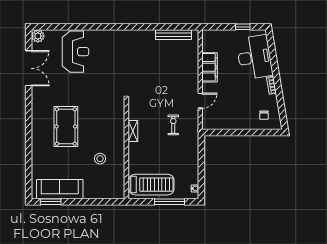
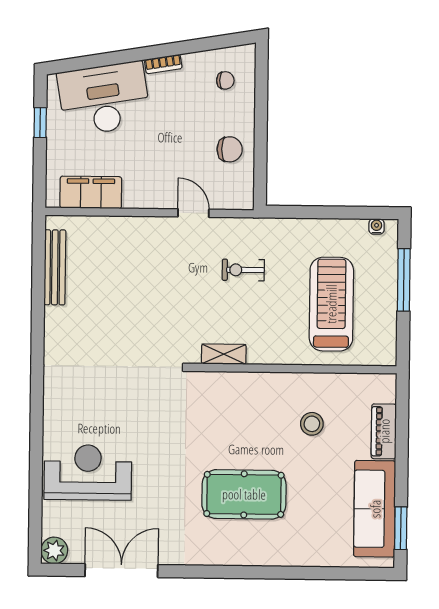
filing cabinet: (210, 67) -> (91, 192), moved
chair: (231, 118) -> (230, 149), added
shelving: (133, 131) -> (224, 354), moved
treadmill: (151, 185) -> (331, 304), moved
piano: (97, 193) -> (384, 431), added

